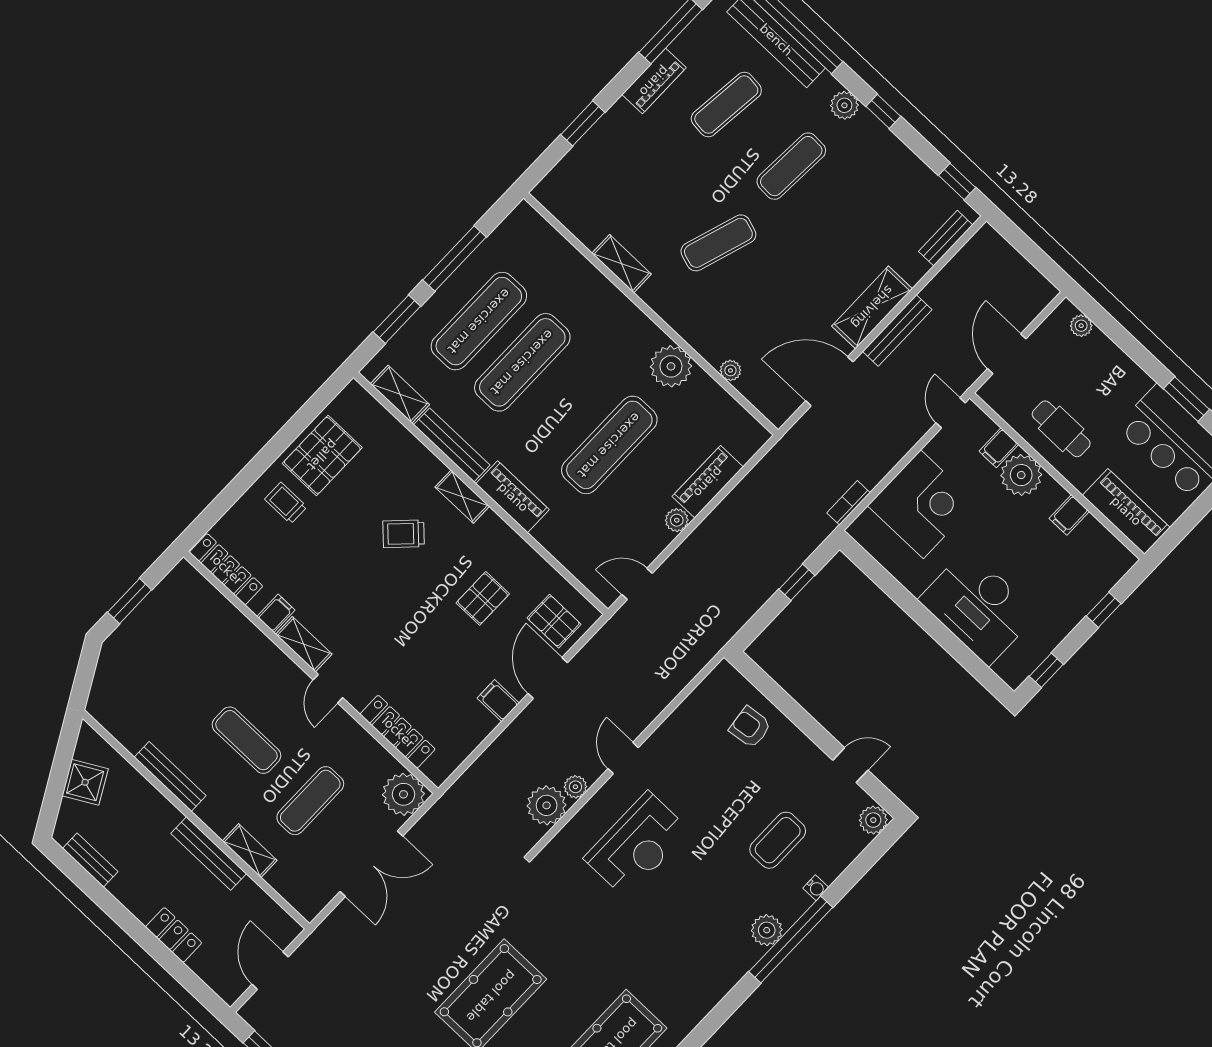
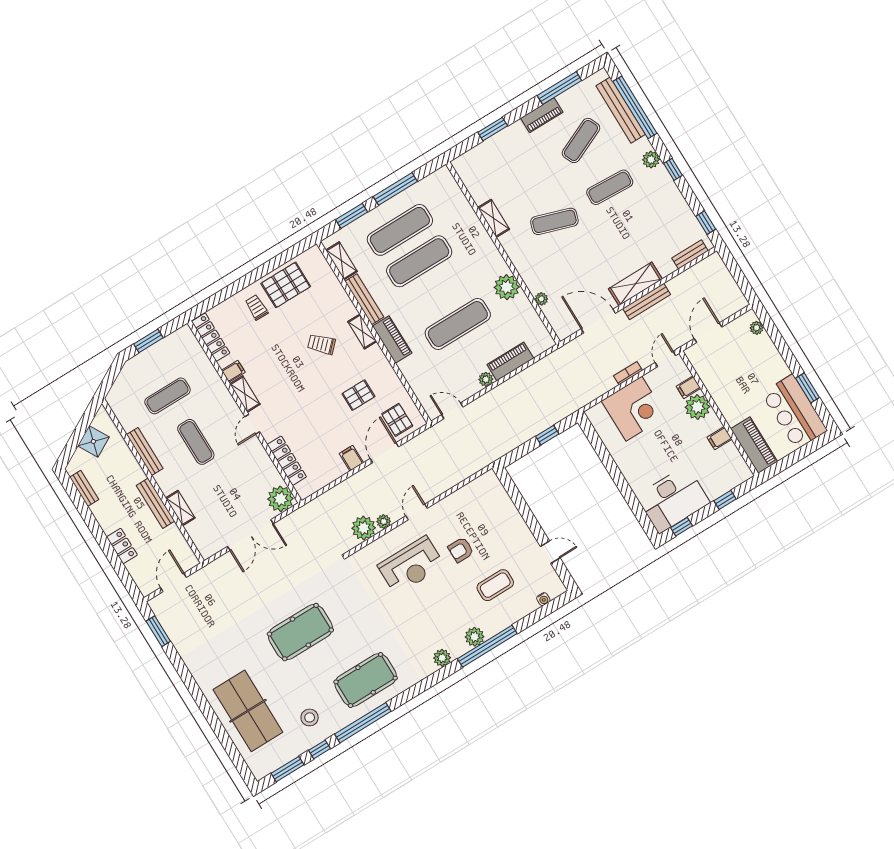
exercise mat: (726, 104) -> (581, 140), turned -30
cafe table: (1061, 429) -> (728, 386), removed
bookcase: (849, 503) -> (628, 373), moved
desk: (978, 607) -> (673, 499), moved, turned -90
armchair: (750, 727) -> (461, 550), moved, turned -83
exercise mat: (310, 801) -> (168, 396), moved
plant: (873, 820) -> (442, 658), moved
water cooler: (816, 888) -> (543, 599), moved

